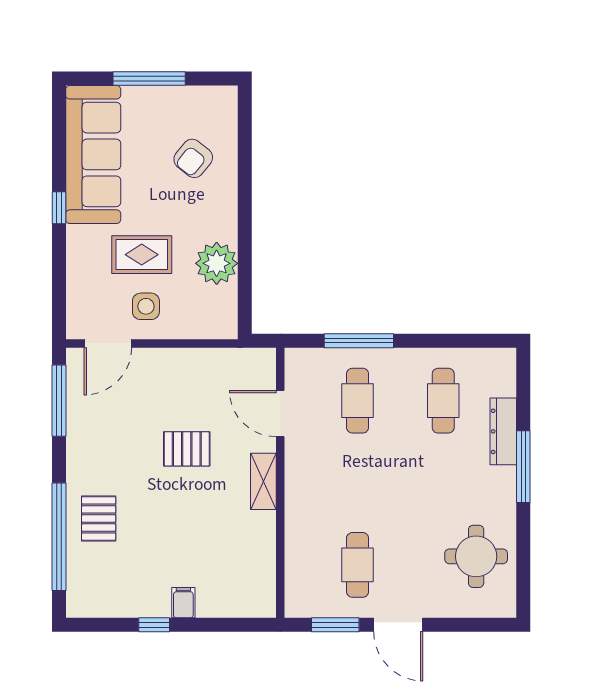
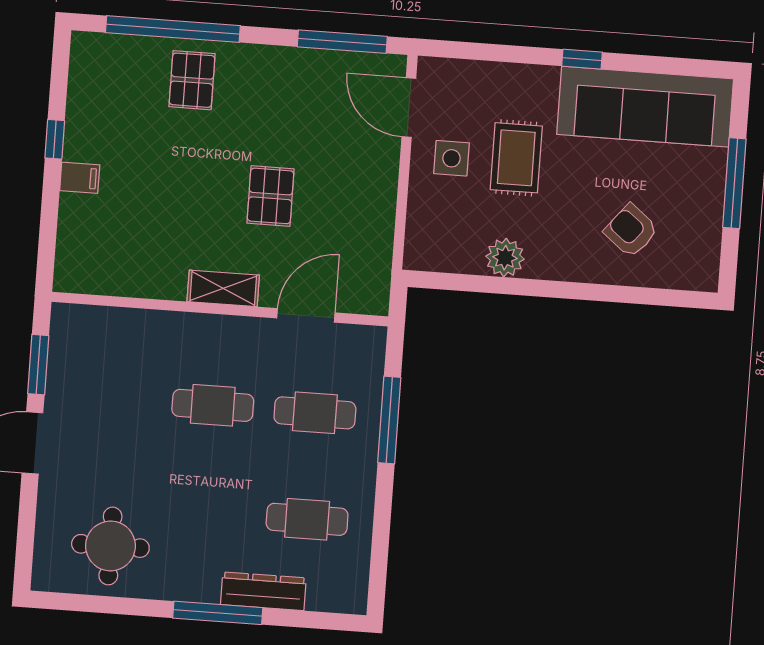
plant: (217, 263) -> (505, 258), width x0.73, depth x0.73
pallet: (99, 518) -> (192, 80), turned 90
cafe table: (358, 565) -> (213, 405), moved

